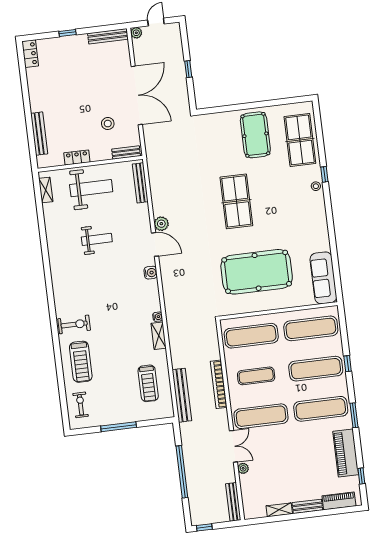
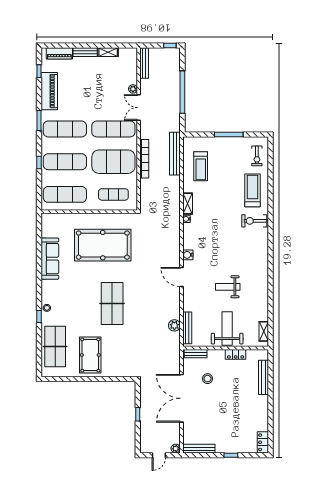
weight bench: (91, 188) -> (227, 328), turned 90
plant: (161, 224) -> (174, 325), moved
sofa: (323, 278) -> (50, 259), moved
exercise mat: (251, 336) -> (113, 194), width x0.73, depth x0.69
exercise mat: (256, 376) -> (113, 162), width x2.00, depth x1.45
treadmill: (148, 383) -> (201, 166), turned 180

